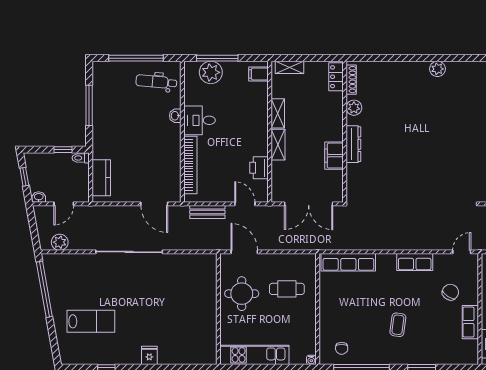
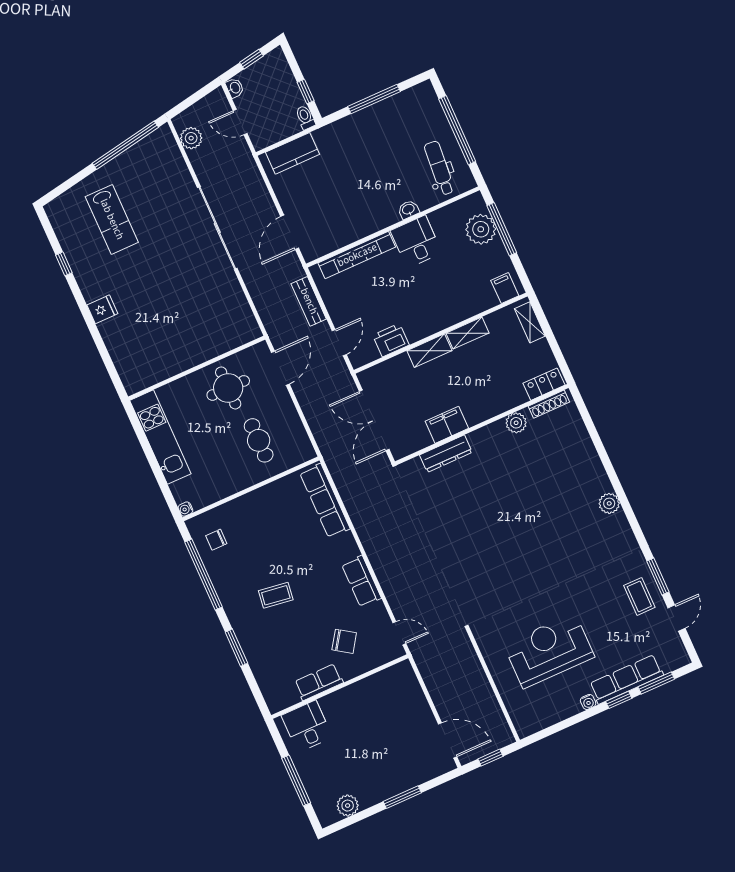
dresser: (353, 144) -> (446, 454), moved

